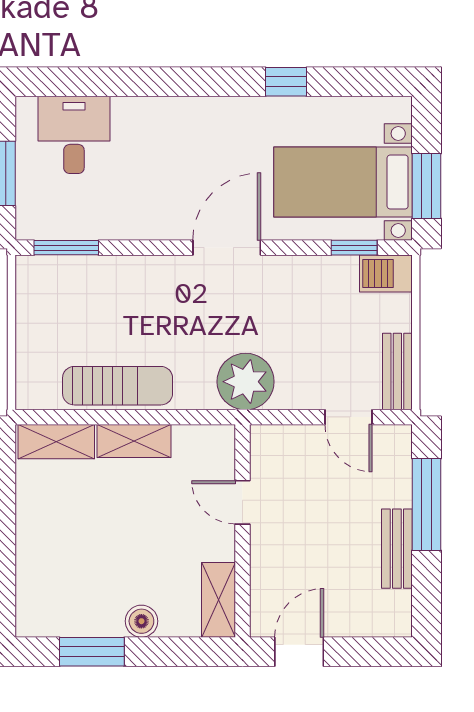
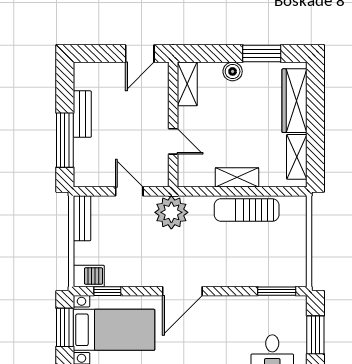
door: (348, 417) -> (129, 191), moved
shelving: (56, 442) -> (297, 157), moved, turned 90
wardrobe: (36, 571) -> (294, 101), added

